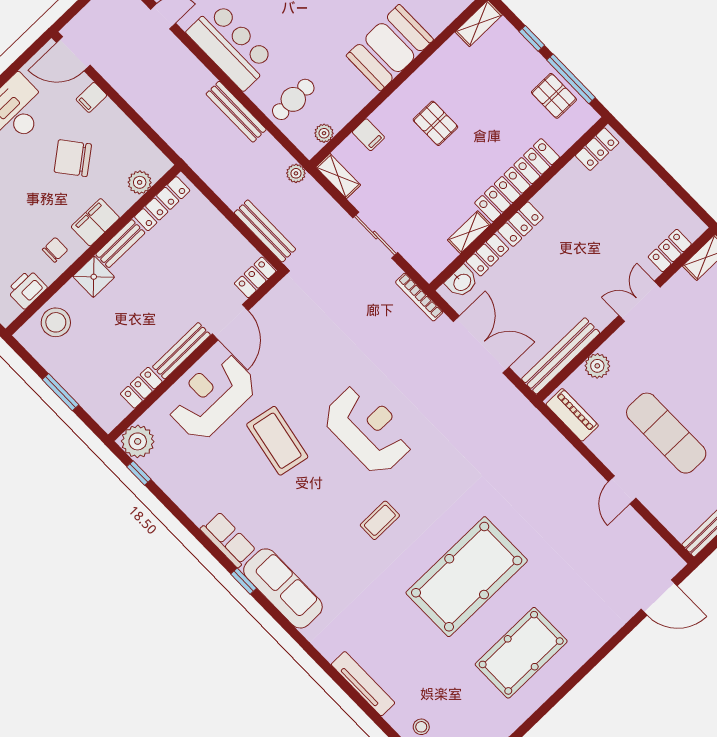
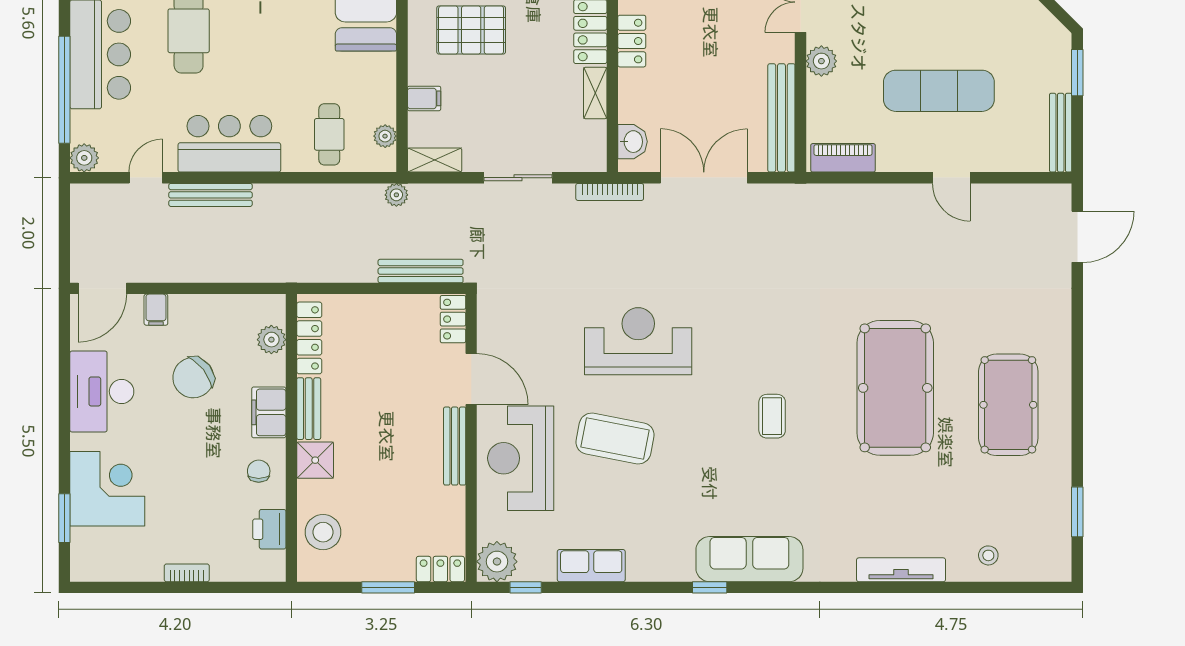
bench: (236, 112) -> (210, 195), moved
pallet: (435, 123) -> (471, 30), width x1.50, depth x1.42
locker: (487, 255) -> (631, 96), removed
plant: (597, 366) -> (821, 61), moved
locker: (141, 388) -> (440, 569), moved, turned 90
reception desk: (368, 429) -> (638, 341), moved
row of seats: (228, 540) -> (591, 566), moved

